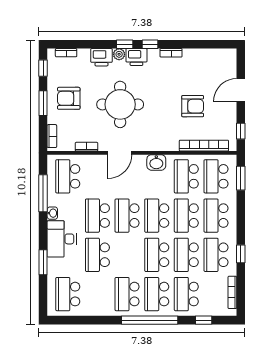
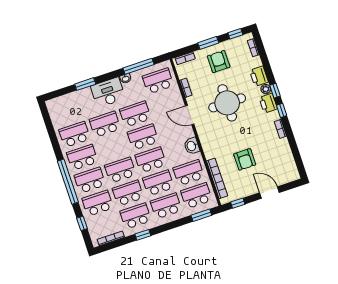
school desk: (68, 294) -> (75, 134), moved

